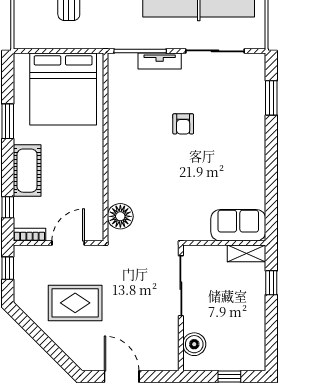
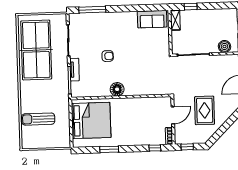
window: (271, 98) -> (92, 10), width x1.44
cot: (27, 171) -> (135, 138), removed
floor lamp: (120, 216) -> (117, 89), moved
sofa: (238, 225) -> (152, 19), moved, turned -90
door: (68, 243) -> (173, 115), swing flipped

